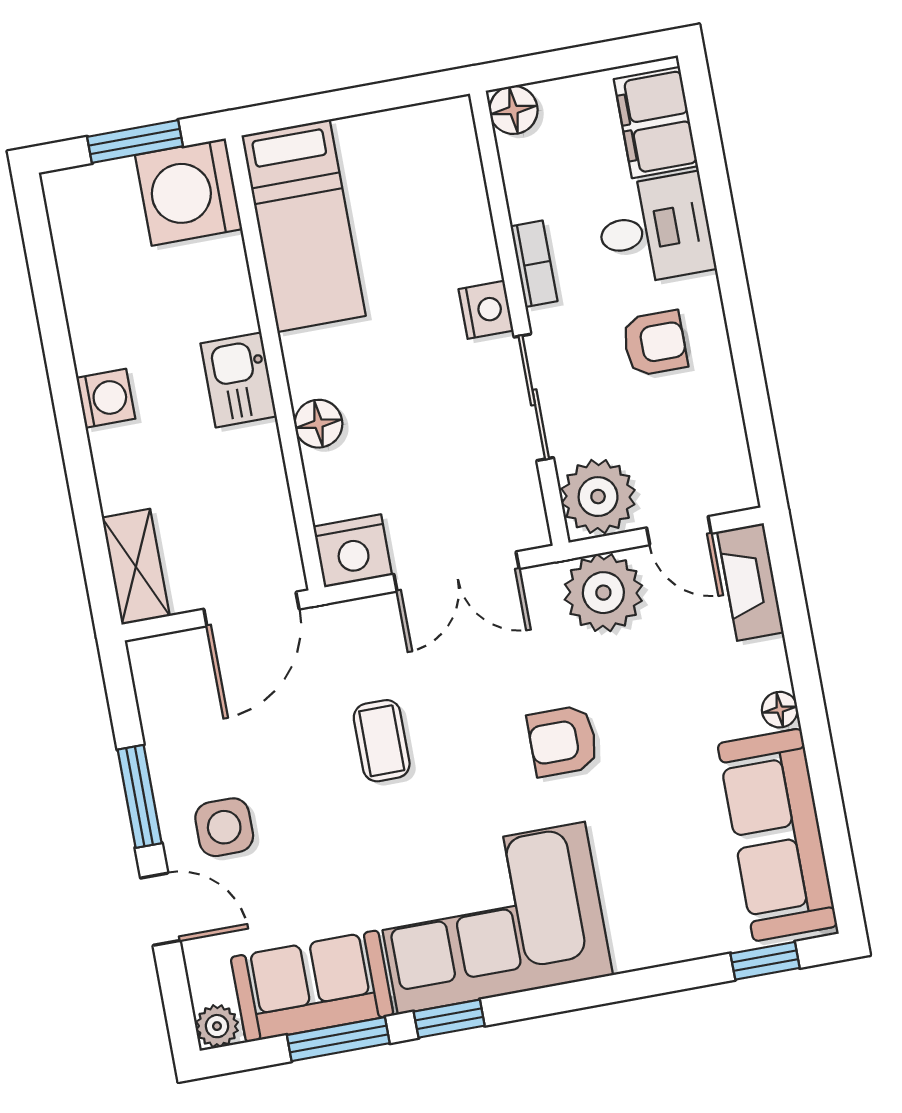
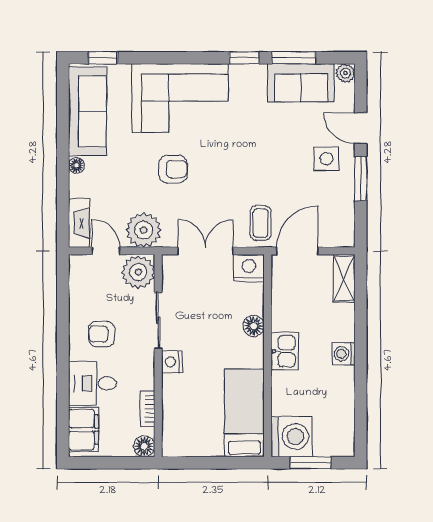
bookcase: (534, 264) -> (148, 409), moved
coffee table: (382, 741) -> (261, 223), moved
corner sofa: (491, 918) -> (180, 98), moved

